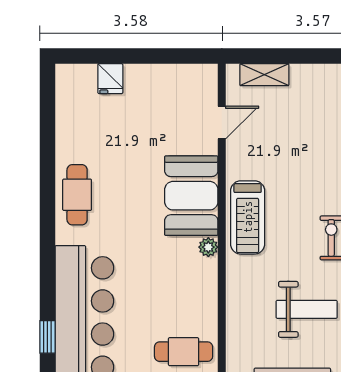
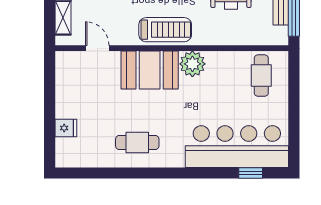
cafe table: (77, 195) -> (137, 142), moved
plant: (208, 247) -> (192, 64), width x1.88, depth x1.88

